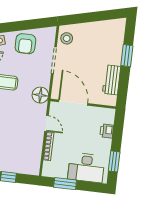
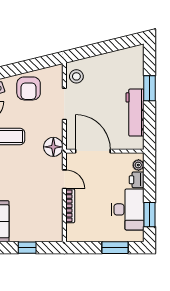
workbench: (112, 80) -> (135, 113), width x1.38
plant: (110, 119) -> (138, 165), added
desk: (86, 168) -> (128, 209), moved, turned -90
window: (65, 184) -> (115, 248), moved

